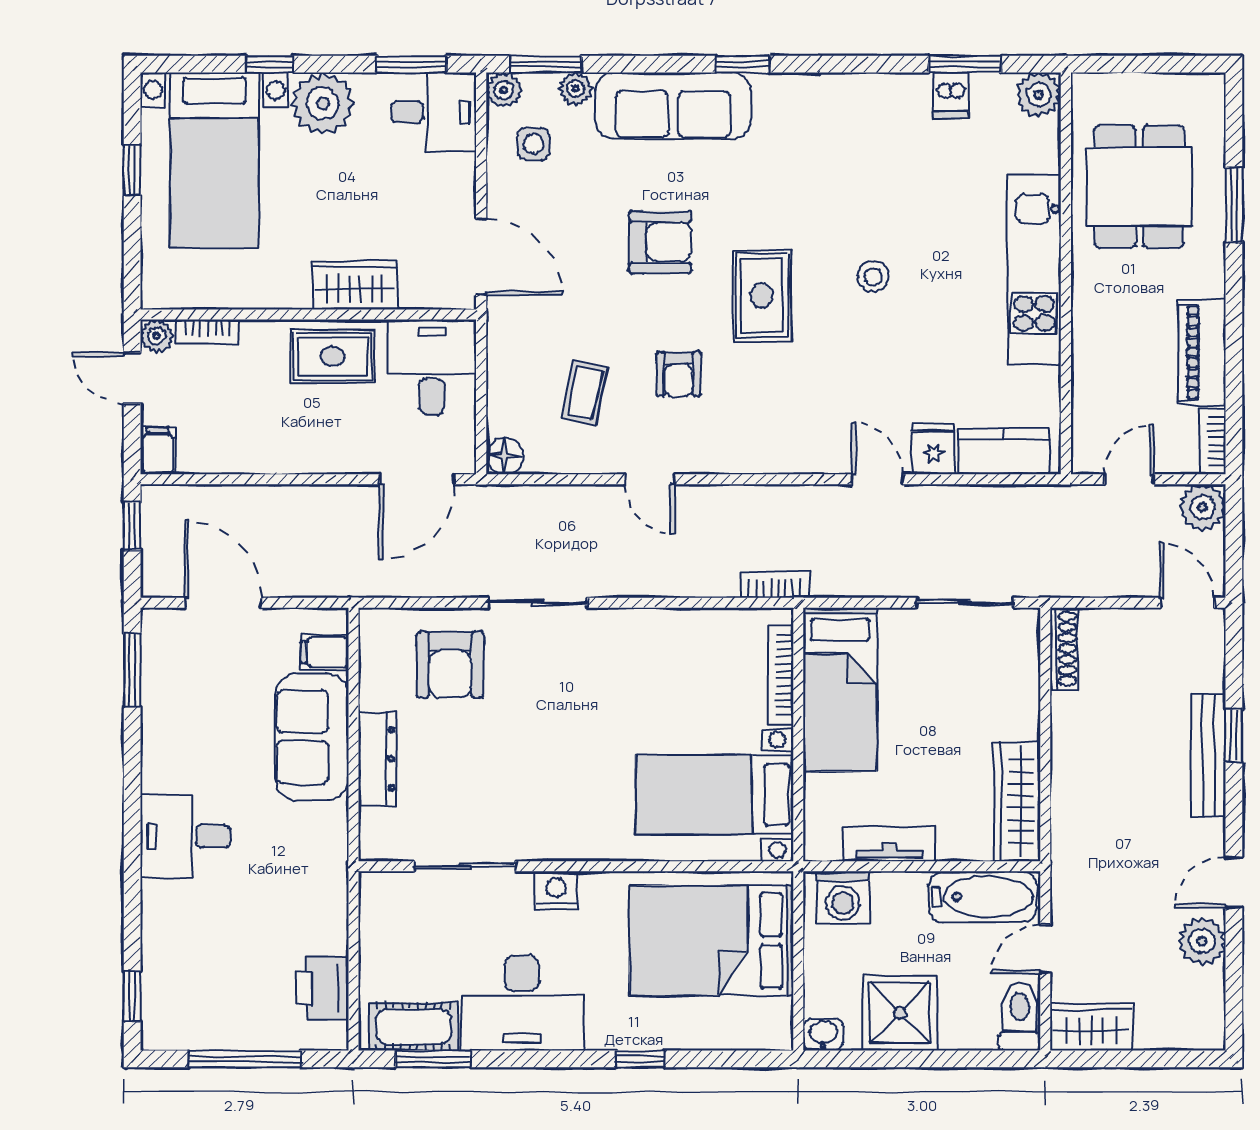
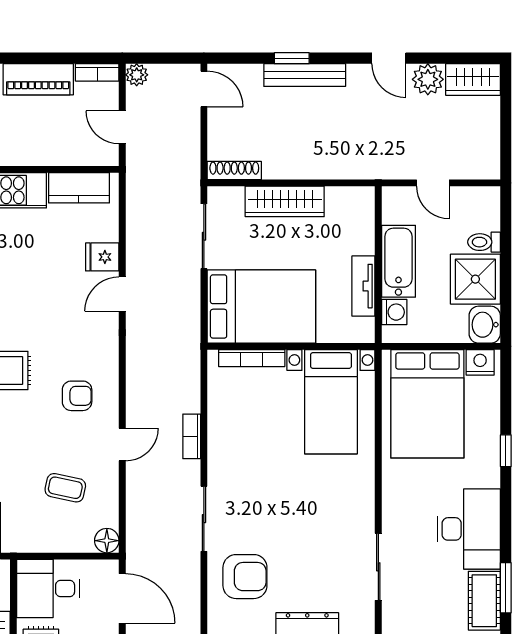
armchair: (678, 374) -> (77, 396), moved
kitchen counter: (1004, 451) -> (79, 188), moved, turned -90
plant: (1202, 507) -> (137, 75), width x0.73, depth x0.73
bookcase: (775, 584) -> (192, 436), moved
door: (1187, 603) -> (204, 89), swing flipped
bed: (840, 690) -> (261, 306), width x1.50
wardrobe: (1017, 802) -> (285, 201), moved
nightstand: (556, 891) -> (480, 362), moved, turned 90
bathtub: (983, 897) -> (398, 261), moved
washing machine: (843, 898) -> (394, 312), width x0.73, depth x0.73
toilet: (1020, 1017) -> (484, 242), moved, width x0.73, depth x0.72
wardrobe: (1091, 1027) -> (473, 79), moved, turned -90
washbasin: (823, 1034) -> (485, 325), width x1.38, depth x1.45

